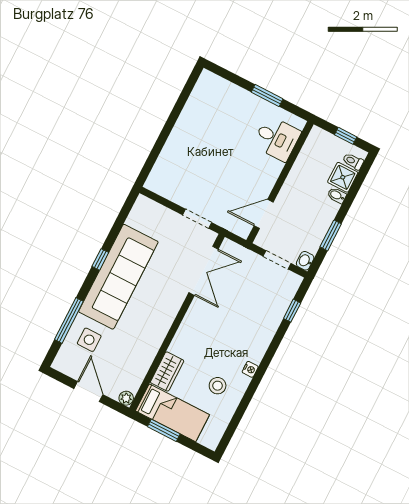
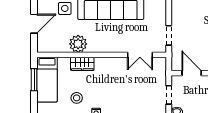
double door: (203, 271) -> (140, 55), width x0.73
wardrobe: (167, 372) -> (82, 64), moved
plant: (126, 398) -> (78, 44), moved, width x1.87, depth x1.87

